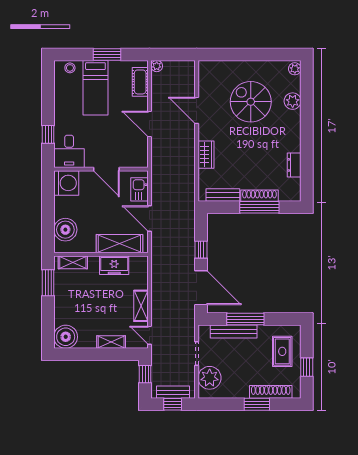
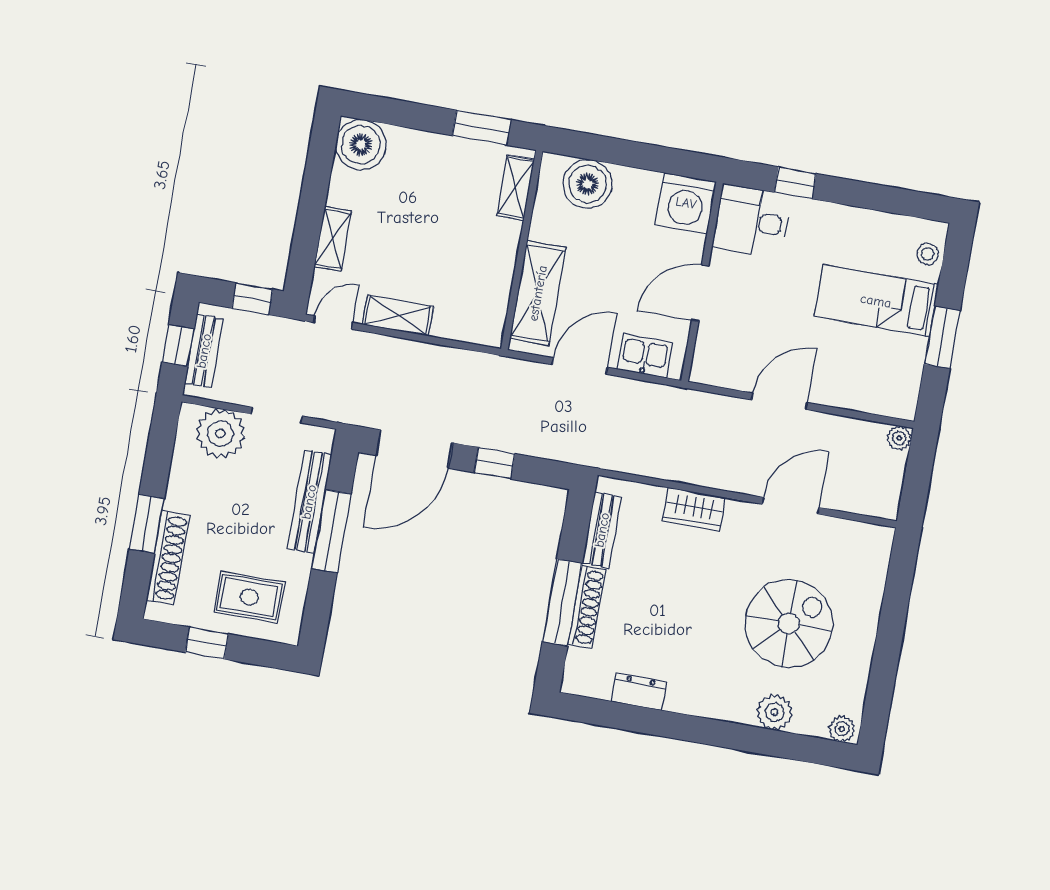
cot: (140, 82) -> (872, 397), removed
freezer: (114, 265) -> (494, 274), removed

